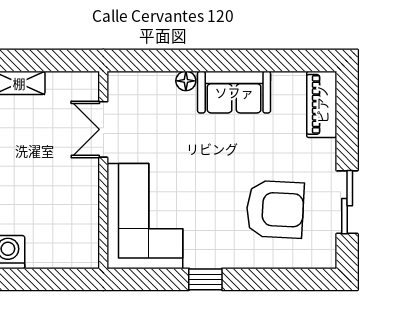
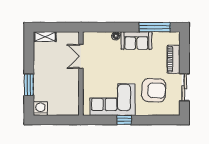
window: (278, 61) -> (155, 27), added
piano: (322, 104) -> (174, 59), moved
corner sofa: (145, 216) -> (112, 100), moved, turned -90

